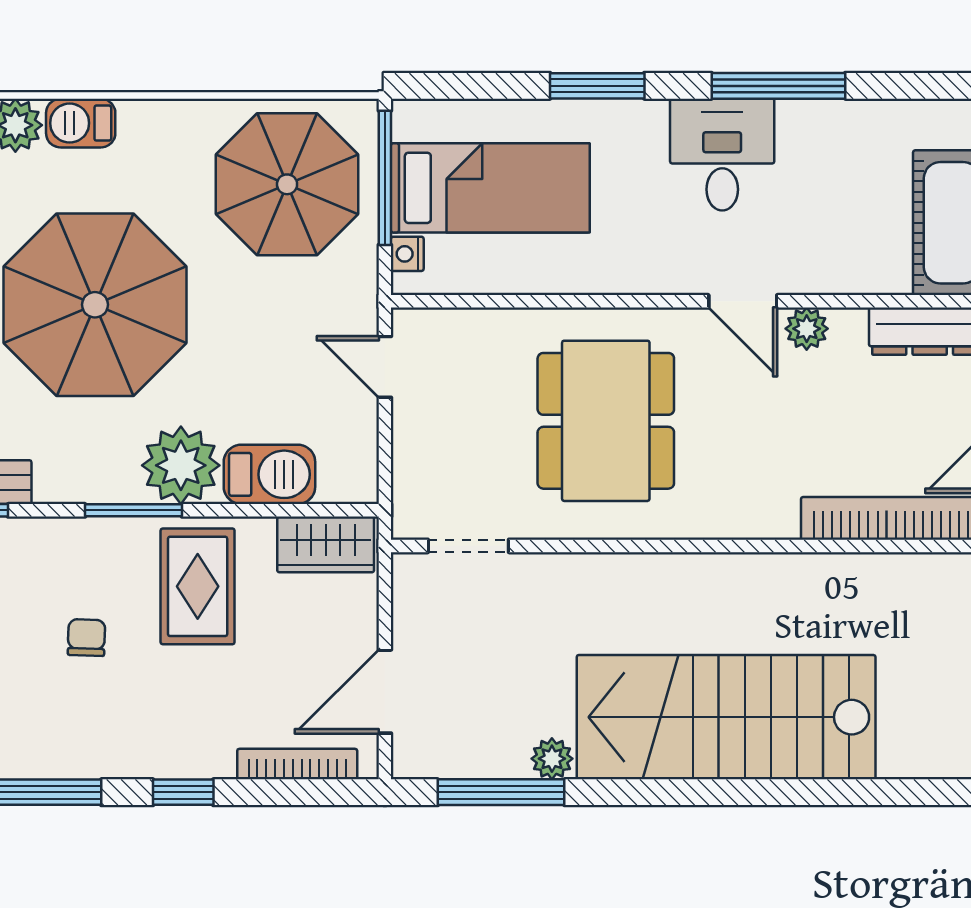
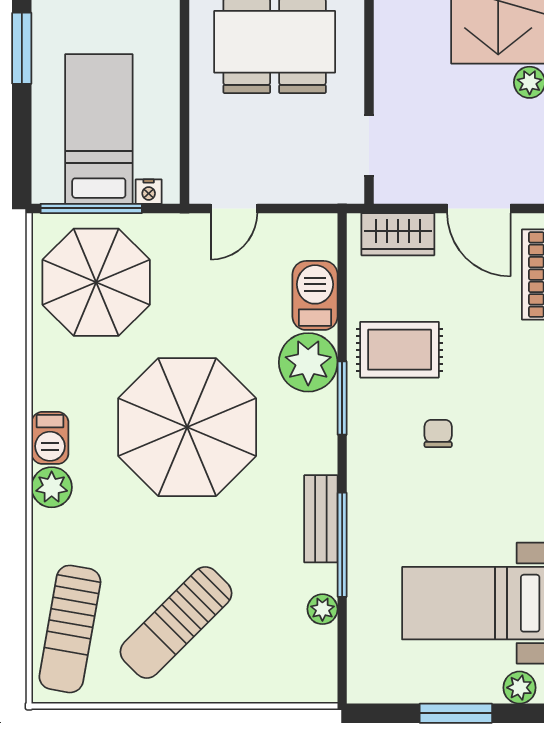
wardrobe: (326, 544) -> (398, 234), moved, turned 90
chair: (86, 638) -> (438, 434), turned 88

